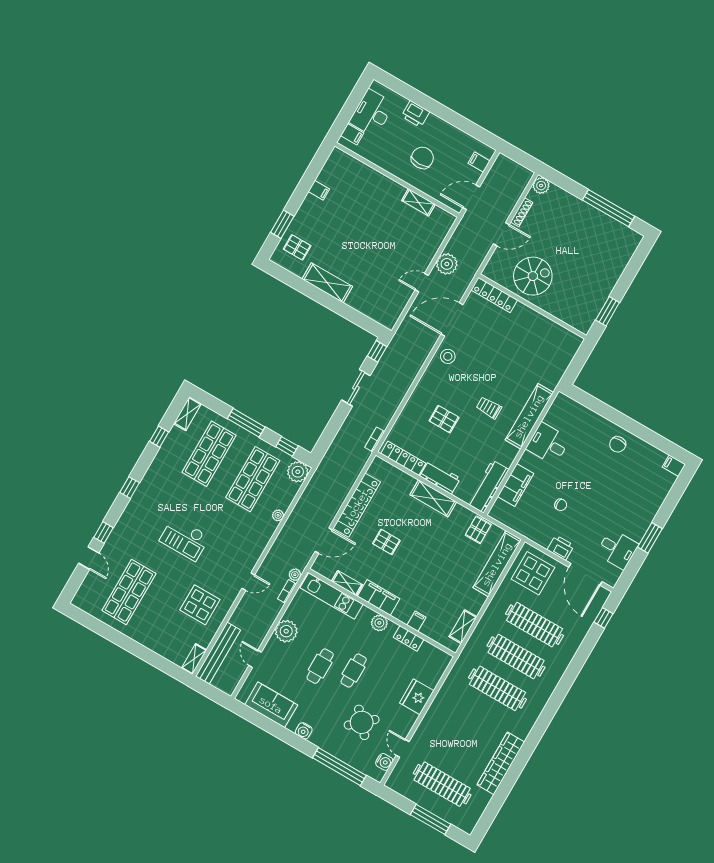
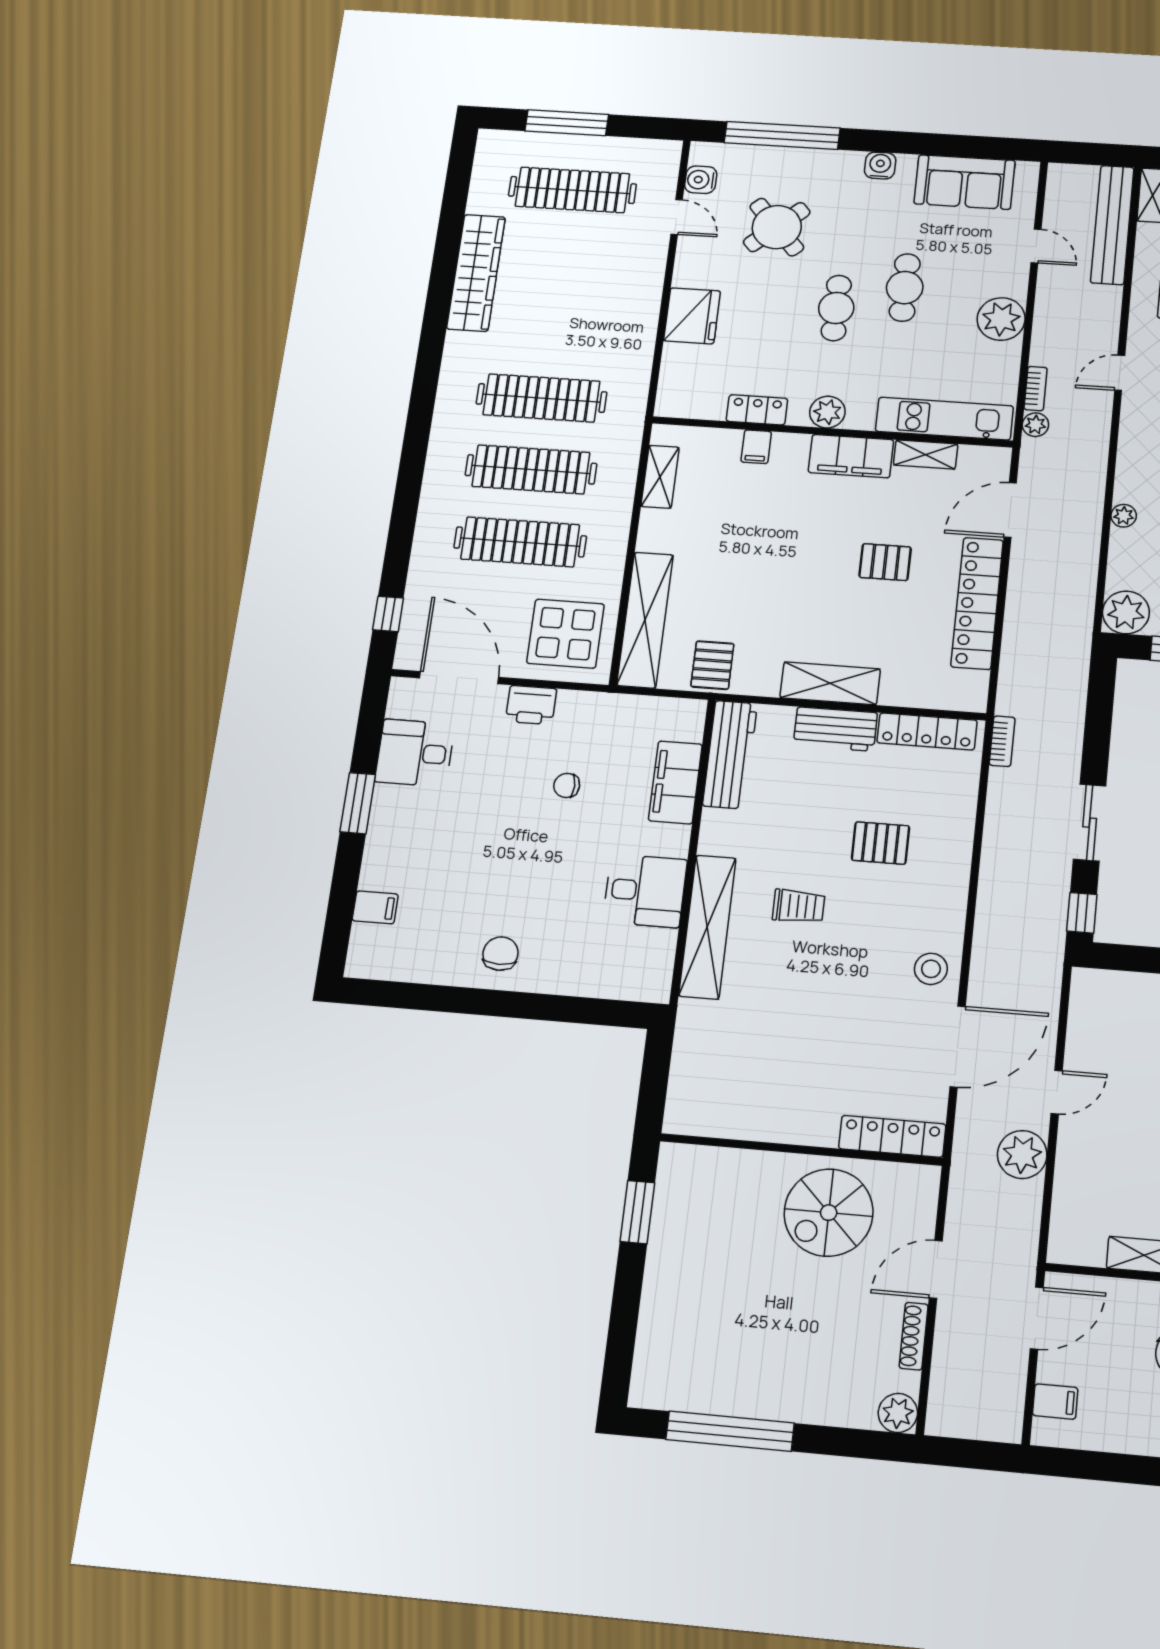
filing cabinet: (674, 466) -> (375, 907), moved

